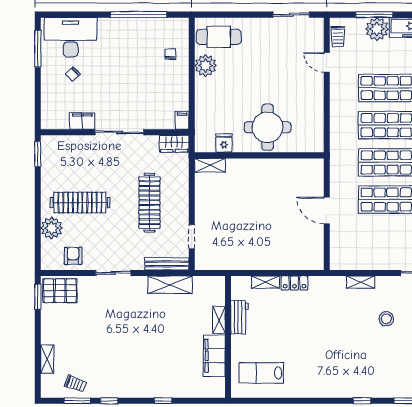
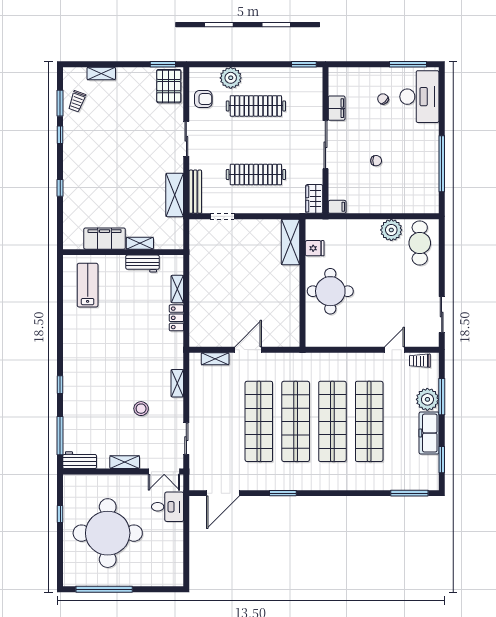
chair: (170, 54) -> (376, 161), moved
shelving: (210, 165) -> (291, 242), width x1.50, depth x1.33
clothes rail: (80, 203) -> (256, 106), turned 90
shelving: (336, 244) -> (215, 359), added

